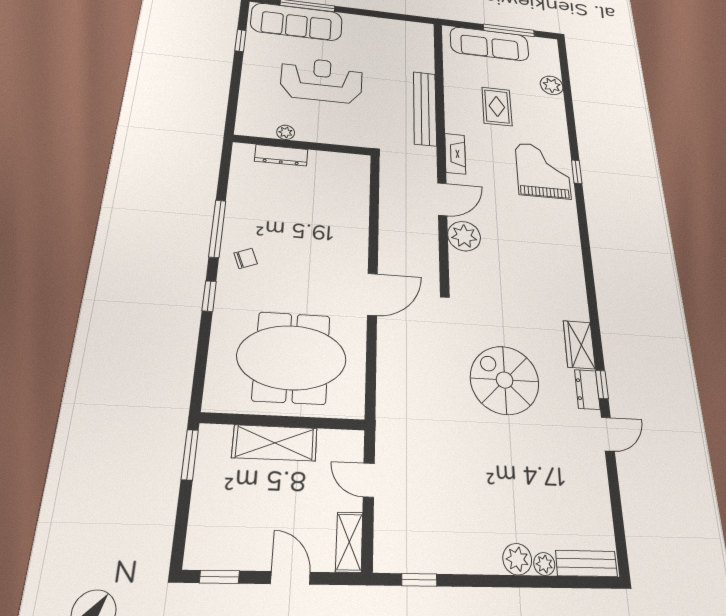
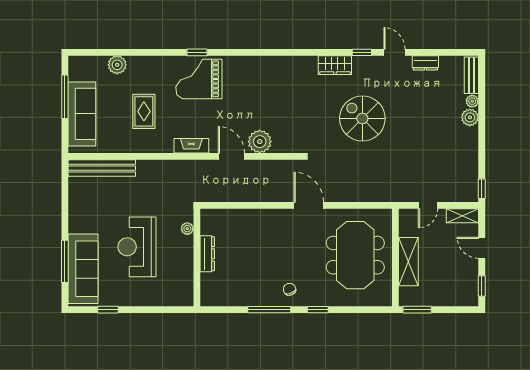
rug: (497, 106) -> (144, 111), turned 90
bench: (425, 108) -> (102, 168), moved
plant: (286, 132) -> (187, 229), moved
dresser: (281, 155) -> (207, 254), moved
spiral stairs: (505, 380) -> (362, 118), turned 90
dresser: (587, 390) -> (425, 63), moved
door: (290, 578) -> (482, 248), hinge flipped
window: (419, 580) -> (482, 189), moved

